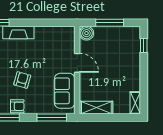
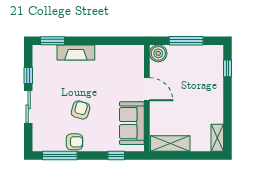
window: (52, 118) -> (116, 155), width x0.46

